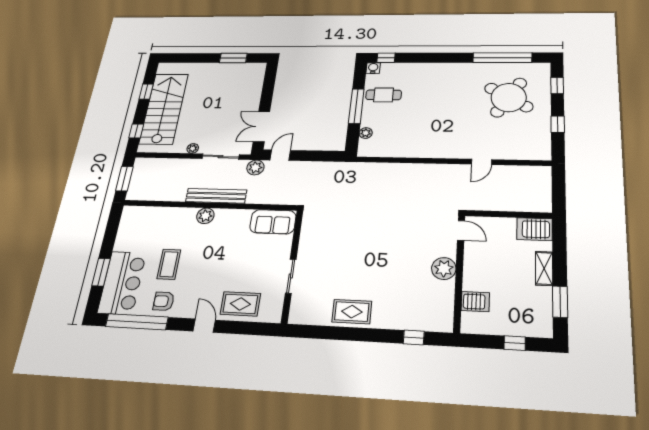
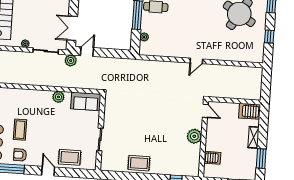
door: (482, 162) -> (196, 61), moved
bench: (216, 196) -> (46, 81), removed
plant: (205, 216) -> (58, 97), moved

